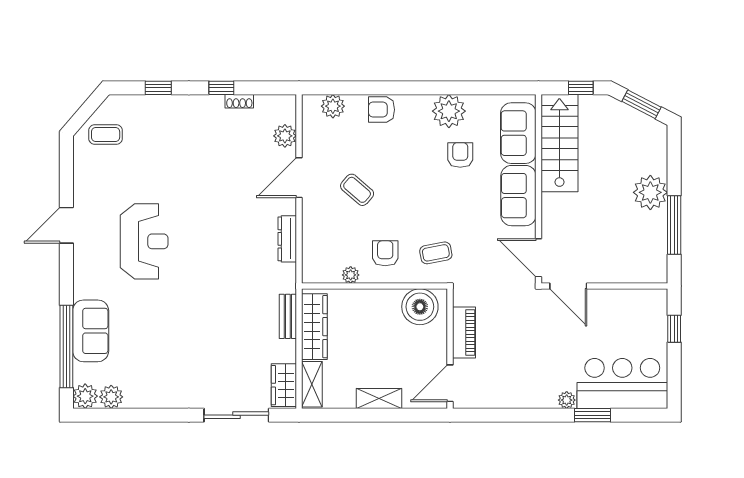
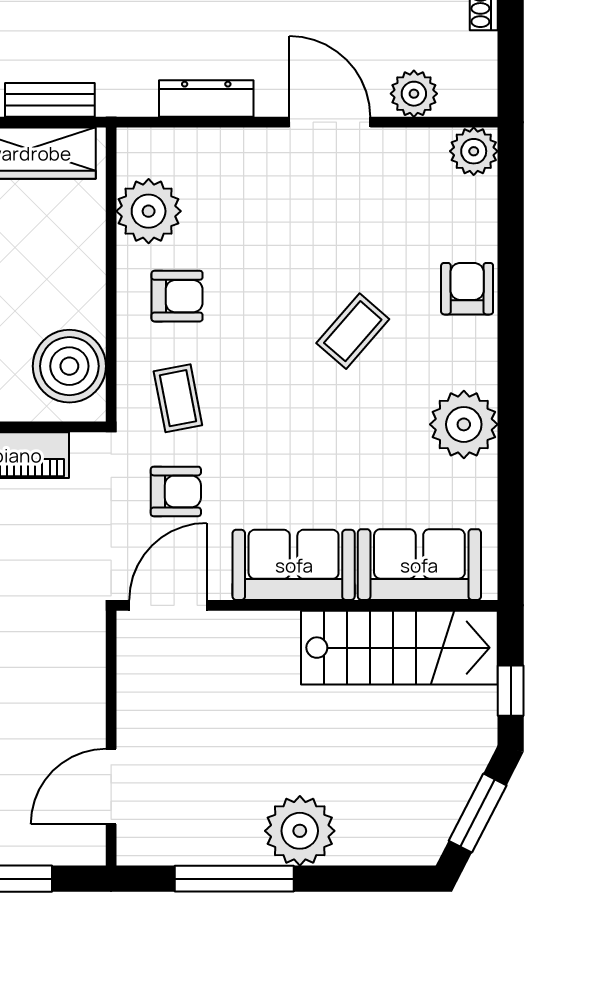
plant: (333, 106) -> (474, 151), moved
armchair: (460, 155) -> (176, 491), moved
coffee table: (357, 190) -> (353, 331), moved
plant: (351, 275) -> (149, 211), width x1.88, depth x1.88
door: (568, 286) -> (111, 786), moved

